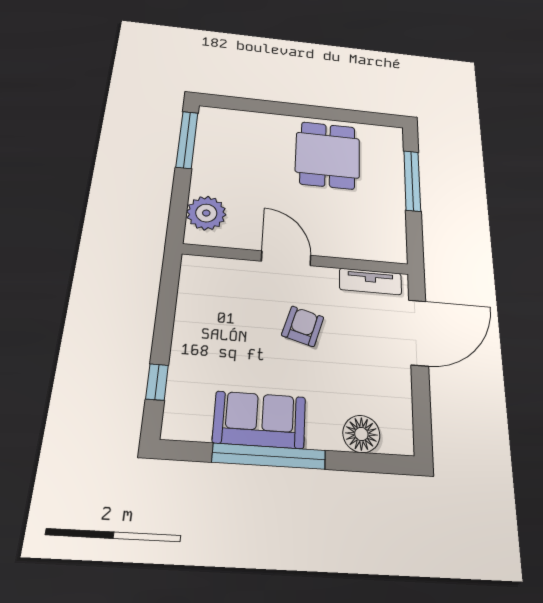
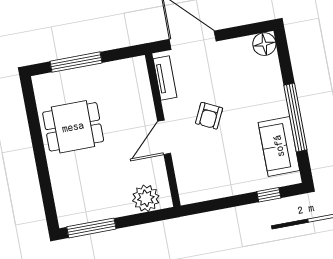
armchair: (303, 326) -> (209, 116), turned -80
sofa: (259, 420) -> (279, 146), moved
floor lamp: (361, 434) -> (264, 44), moved

